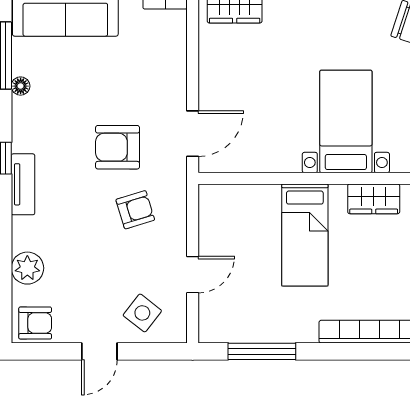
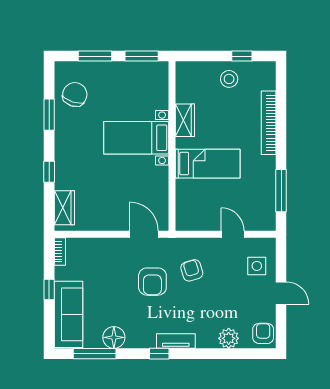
floor lamp: (21, 86) -> (114, 337), width x1.89, depth x1.89
side table: (142, 313) -> (257, 266), turned -38

